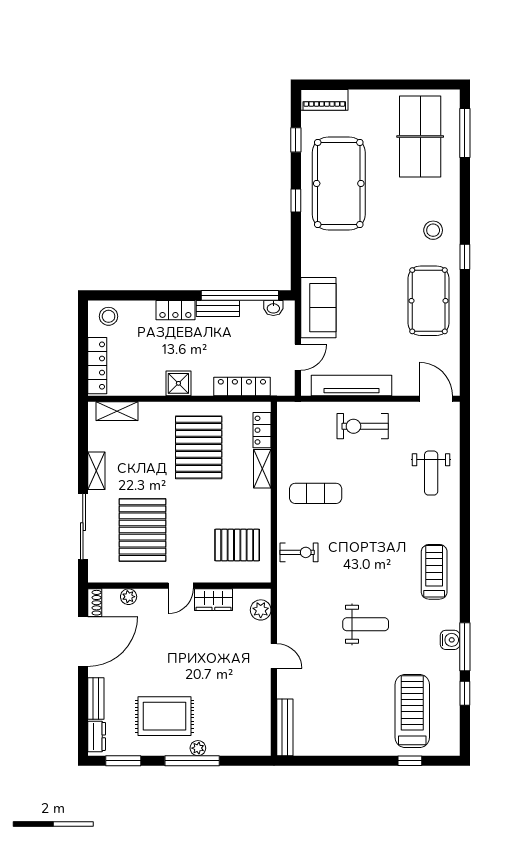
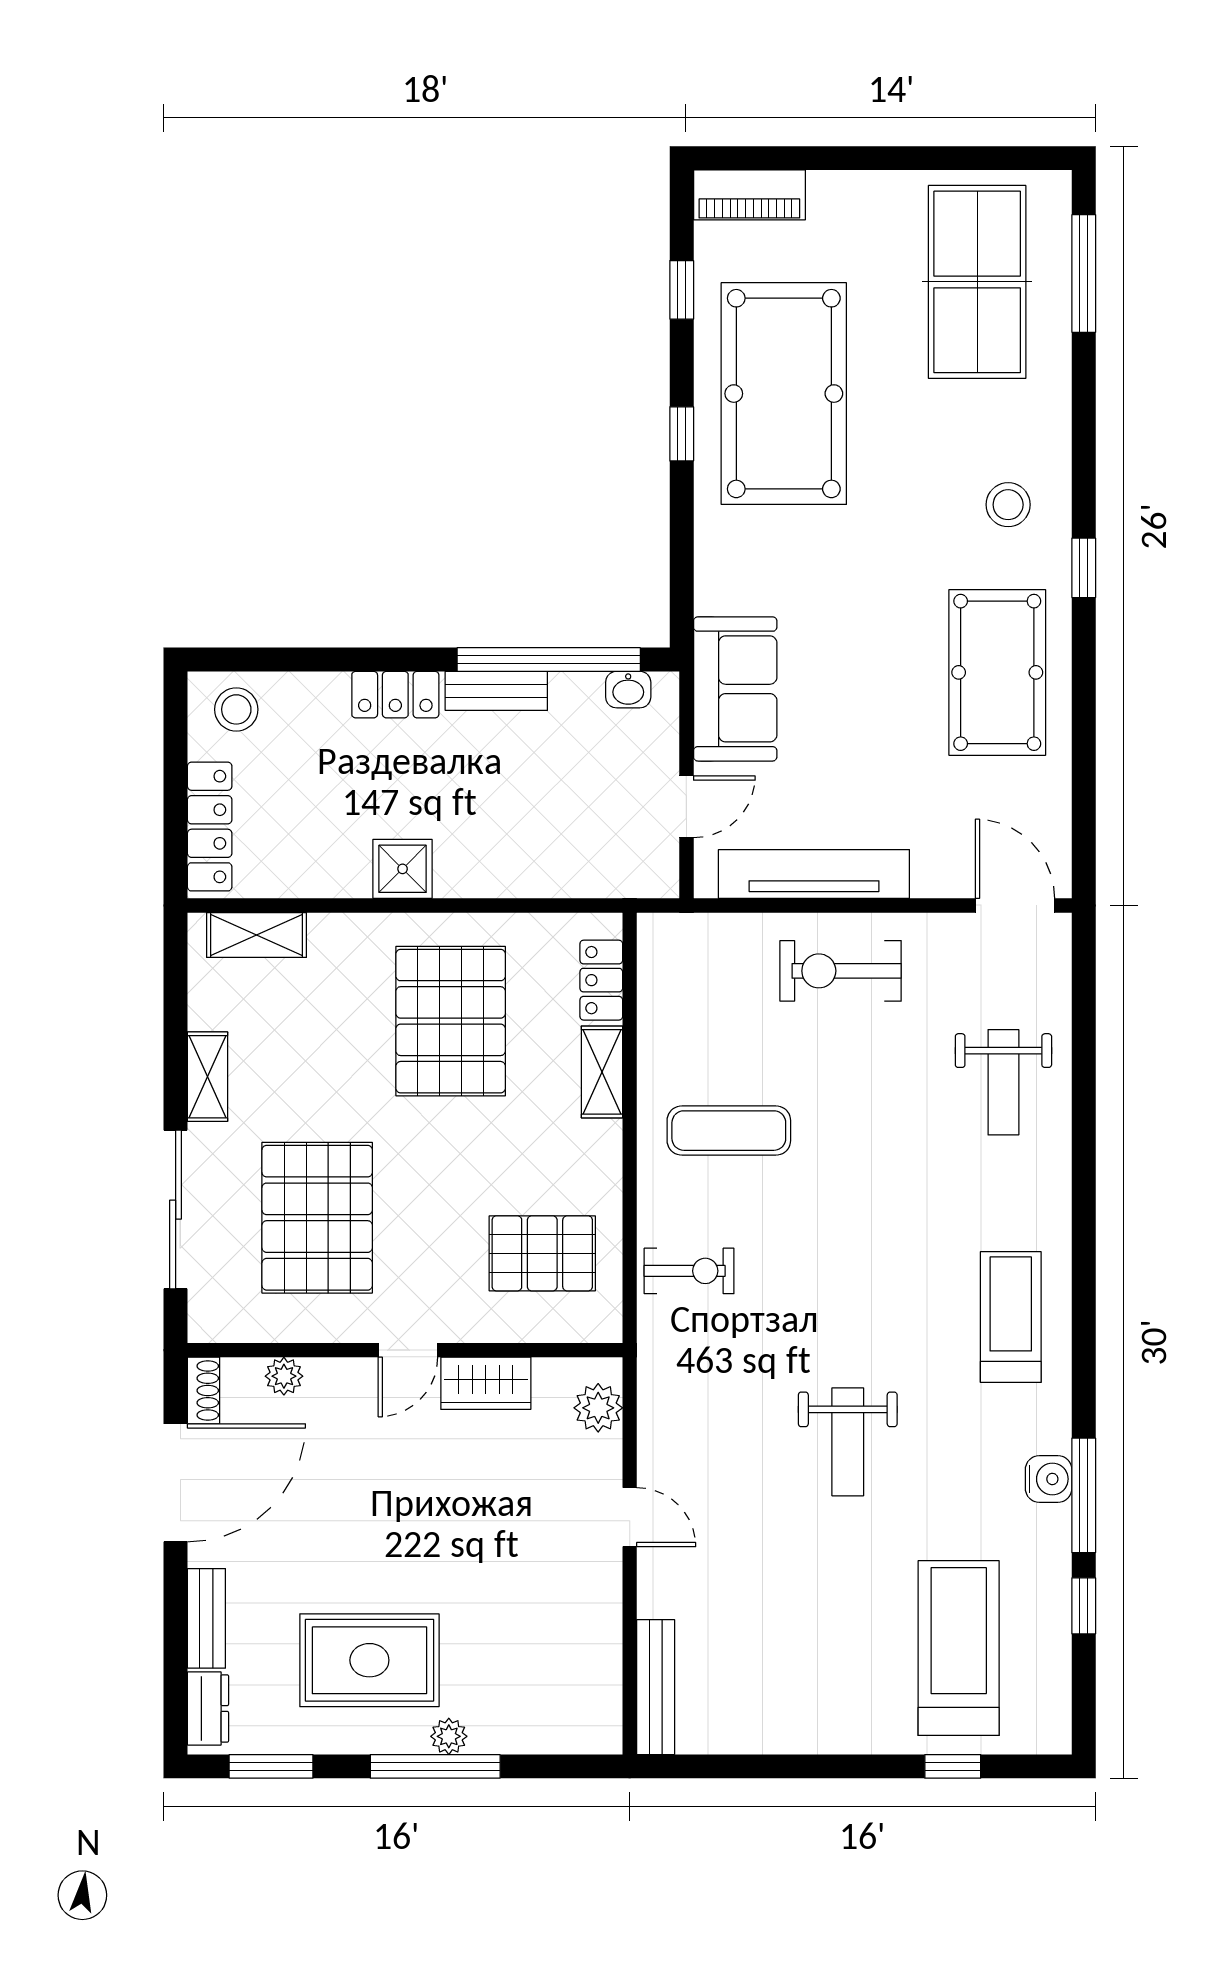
locker: (242, 386) -> (553, 876), removed
weight bench: (366, 624) -> (848, 1442), turned 90

